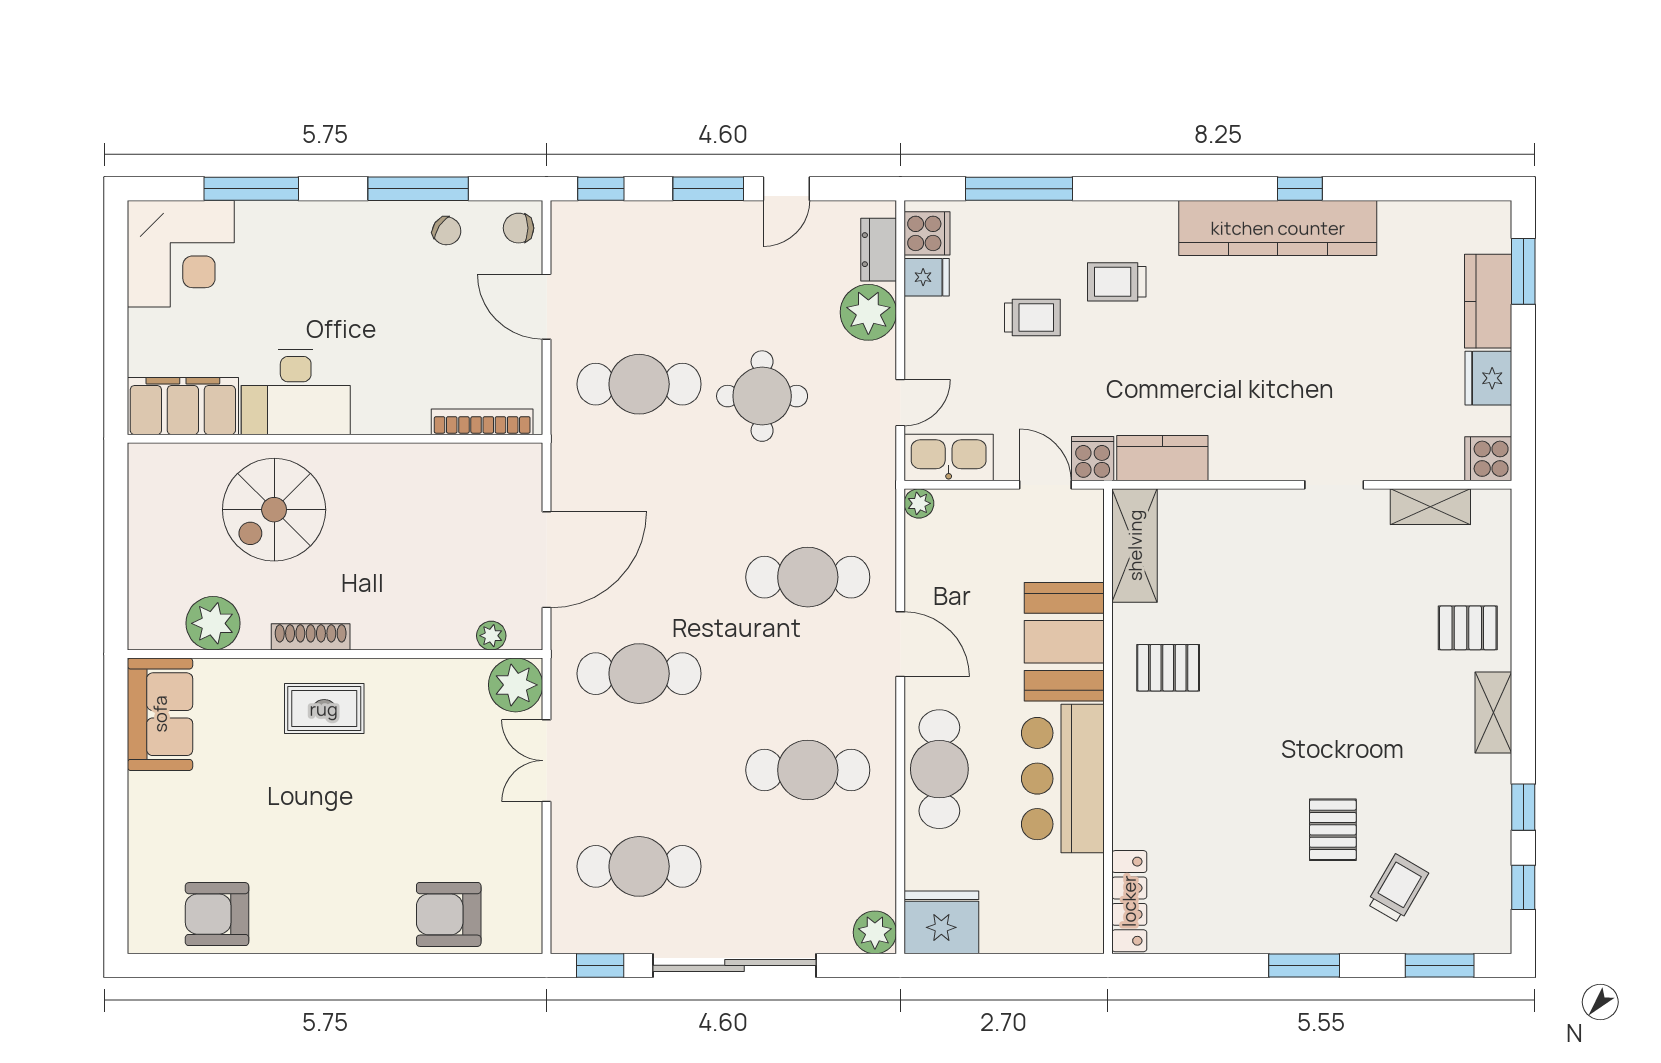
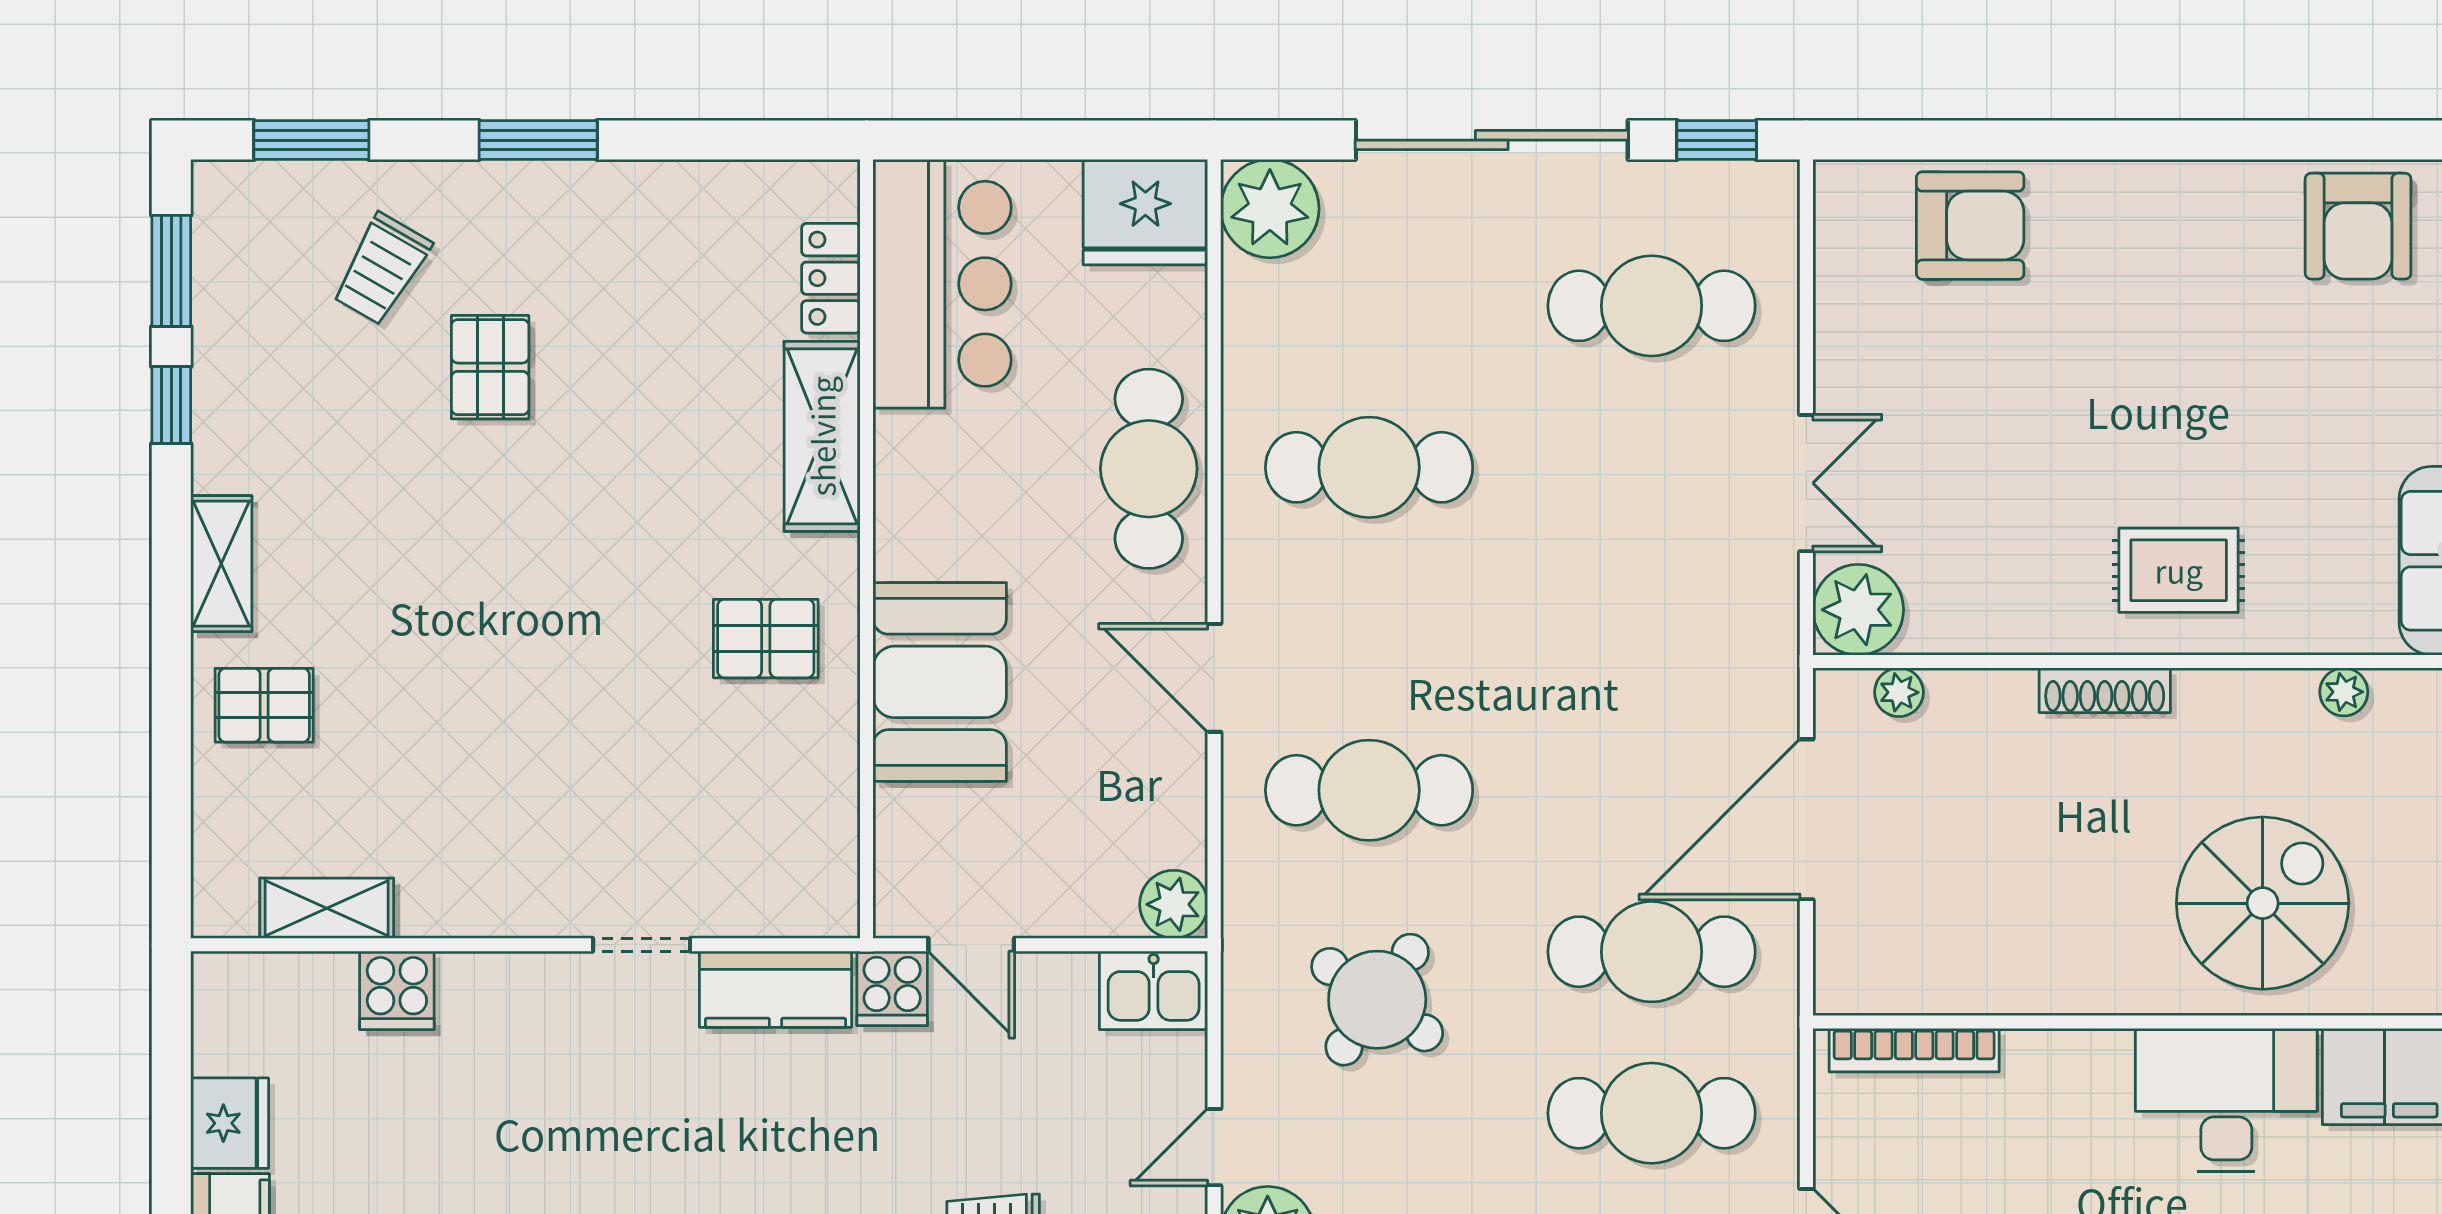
round table: (762, 396) -> (1377, 1000), moved, turned 35
door: (900, 403) -> (1214, 1147), moved
kitchen sink: (949, 458) -> (1154, 990), width x0.73
cooker: (1488, 459) -> (397, 990), moved, turned 90
doorway: (1334, 485) -> (642, 945), moved
plant: (919, 503) -> (1174, 904), width x1.38, depth x1.38
shelving: (1135, 545) -> (822, 436), moved
plant: (213, 623) -> (2344, 692), width x0.53, depth x0.53
shoe rack: (311, 637) -> (2105, 690), moved
cafe table: (639, 674) -> (1652, 952), moved
bar counter: (1063, 779) -> (942, 284), moved
window: (1523, 887) -> (171, 271), width x1.50
locker: (1129, 901) -> (831, 278), width x0.66
armchair: (217, 914) -> (2358, 226), turned 90
plant: (875, 932) -> (1270, 209), width x1.36, depth x1.36

